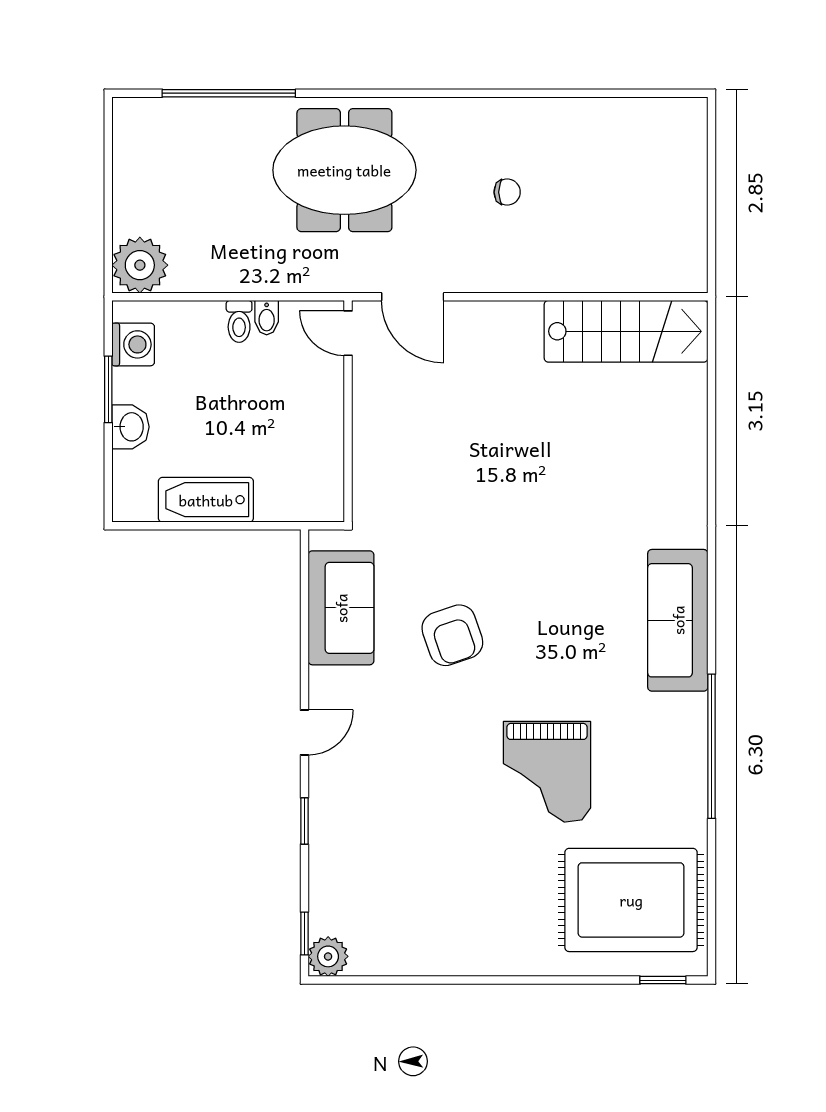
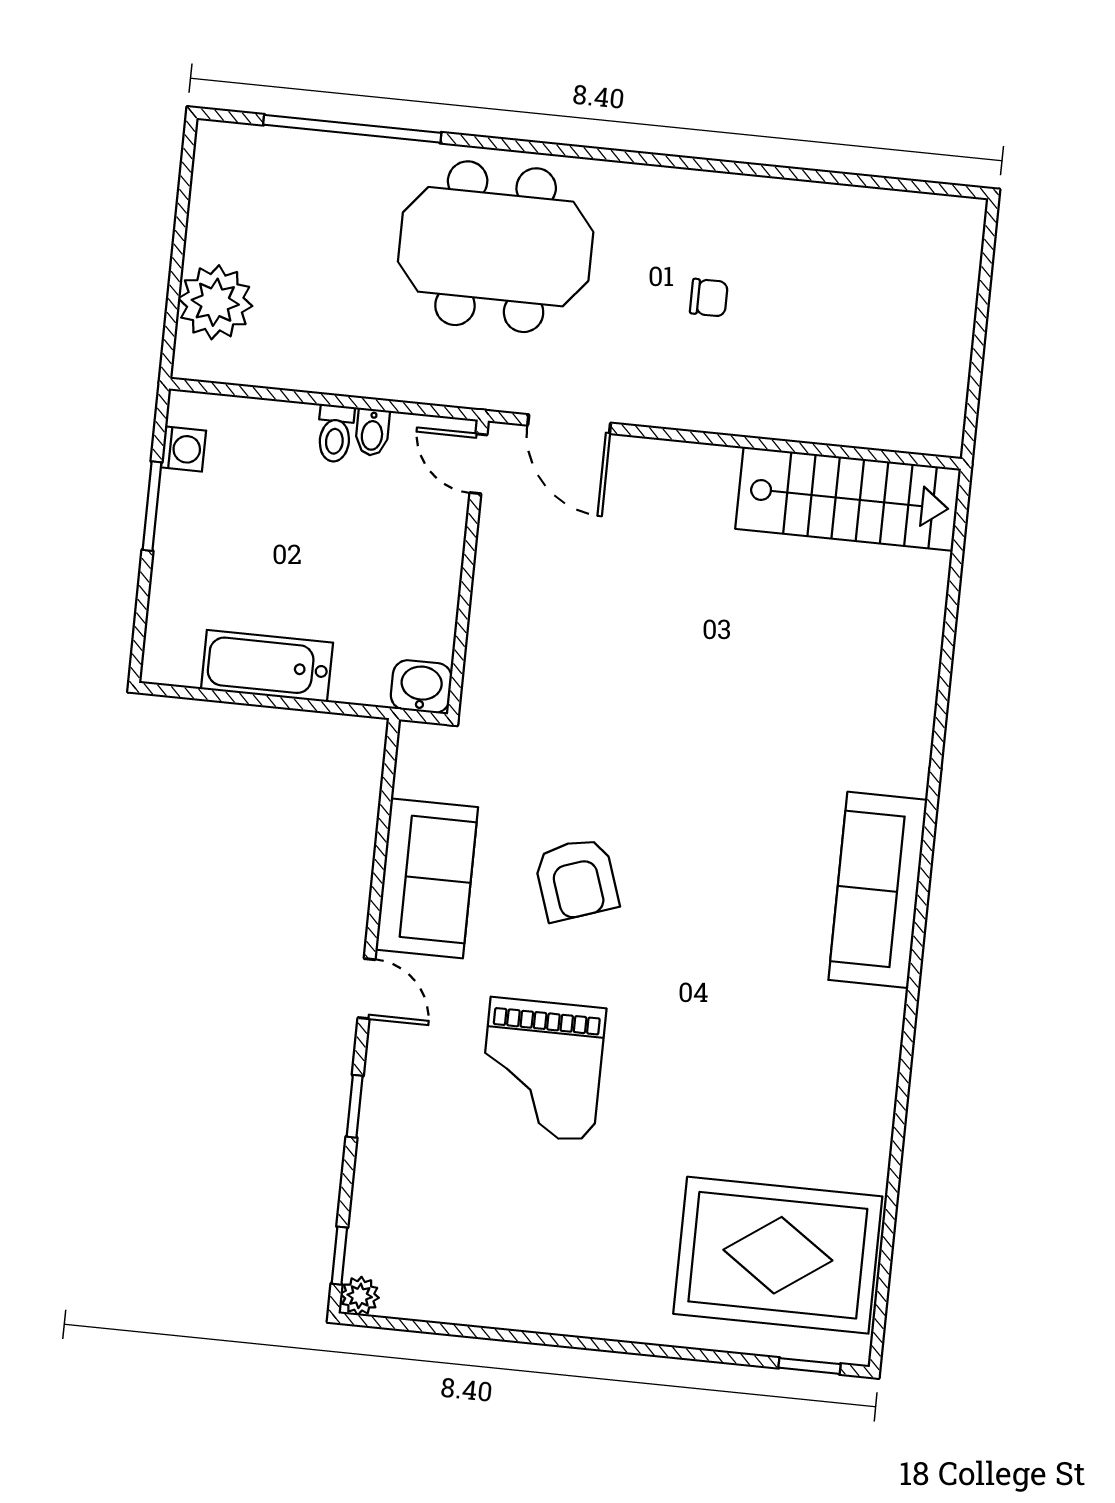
plant: (140, 265) -> (215, 302), moved
washing machine: (133, 344) -> (183, 449), width x0.73, depth x0.73
washbasin: (131, 427) -> (421, 687), moved, turned -90
sofa: (341, 608) -> (427, 878), moved
door: (304, 732) -> (367, 989), hinge flipped
window: (712, 746) -> (906, 1062), removed
grand piano: (547, 772) -> (542, 1069), moved
plant: (328, 956) -> (360, 1296), width x0.73, depth x0.73

